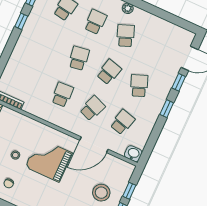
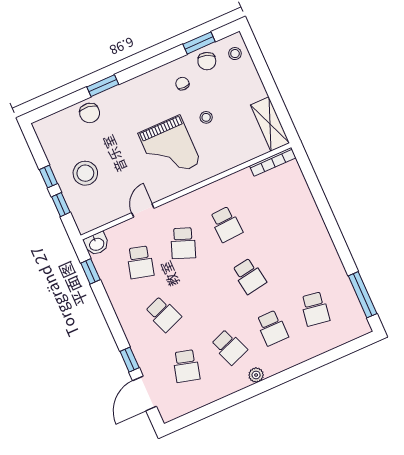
window: (21, 21) -> (343, 250), removed
school desk: (109, 72) -> (186, 366), moved
window: (167, 109) -> (90, 271), moved
door: (94, 145) -> (143, 210), width x0.53
grand piano: (49, 160) -> (170, 148), turned 90

